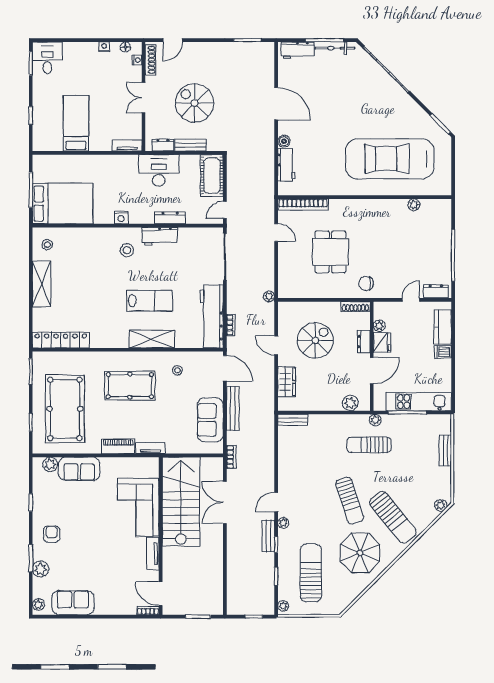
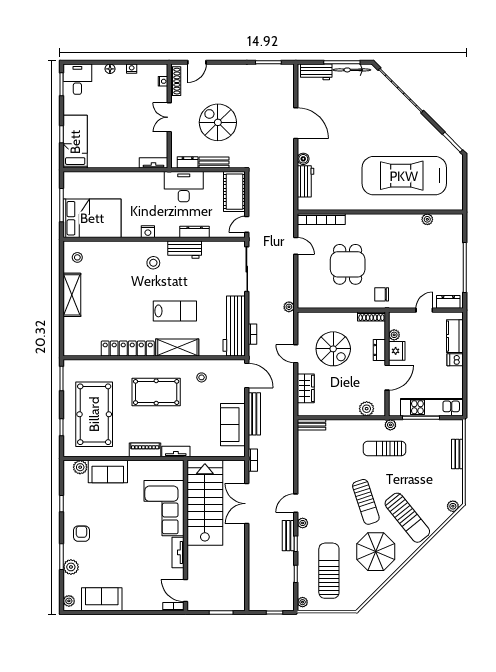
floor lamp: (125, 47) -> (110, 69), moved
bed: (76, 123) -> (75, 142), moved
locker: (61, 340) -> (128, 349), moved
spiral stairs: (315, 340) -> (333, 349), turned 90

